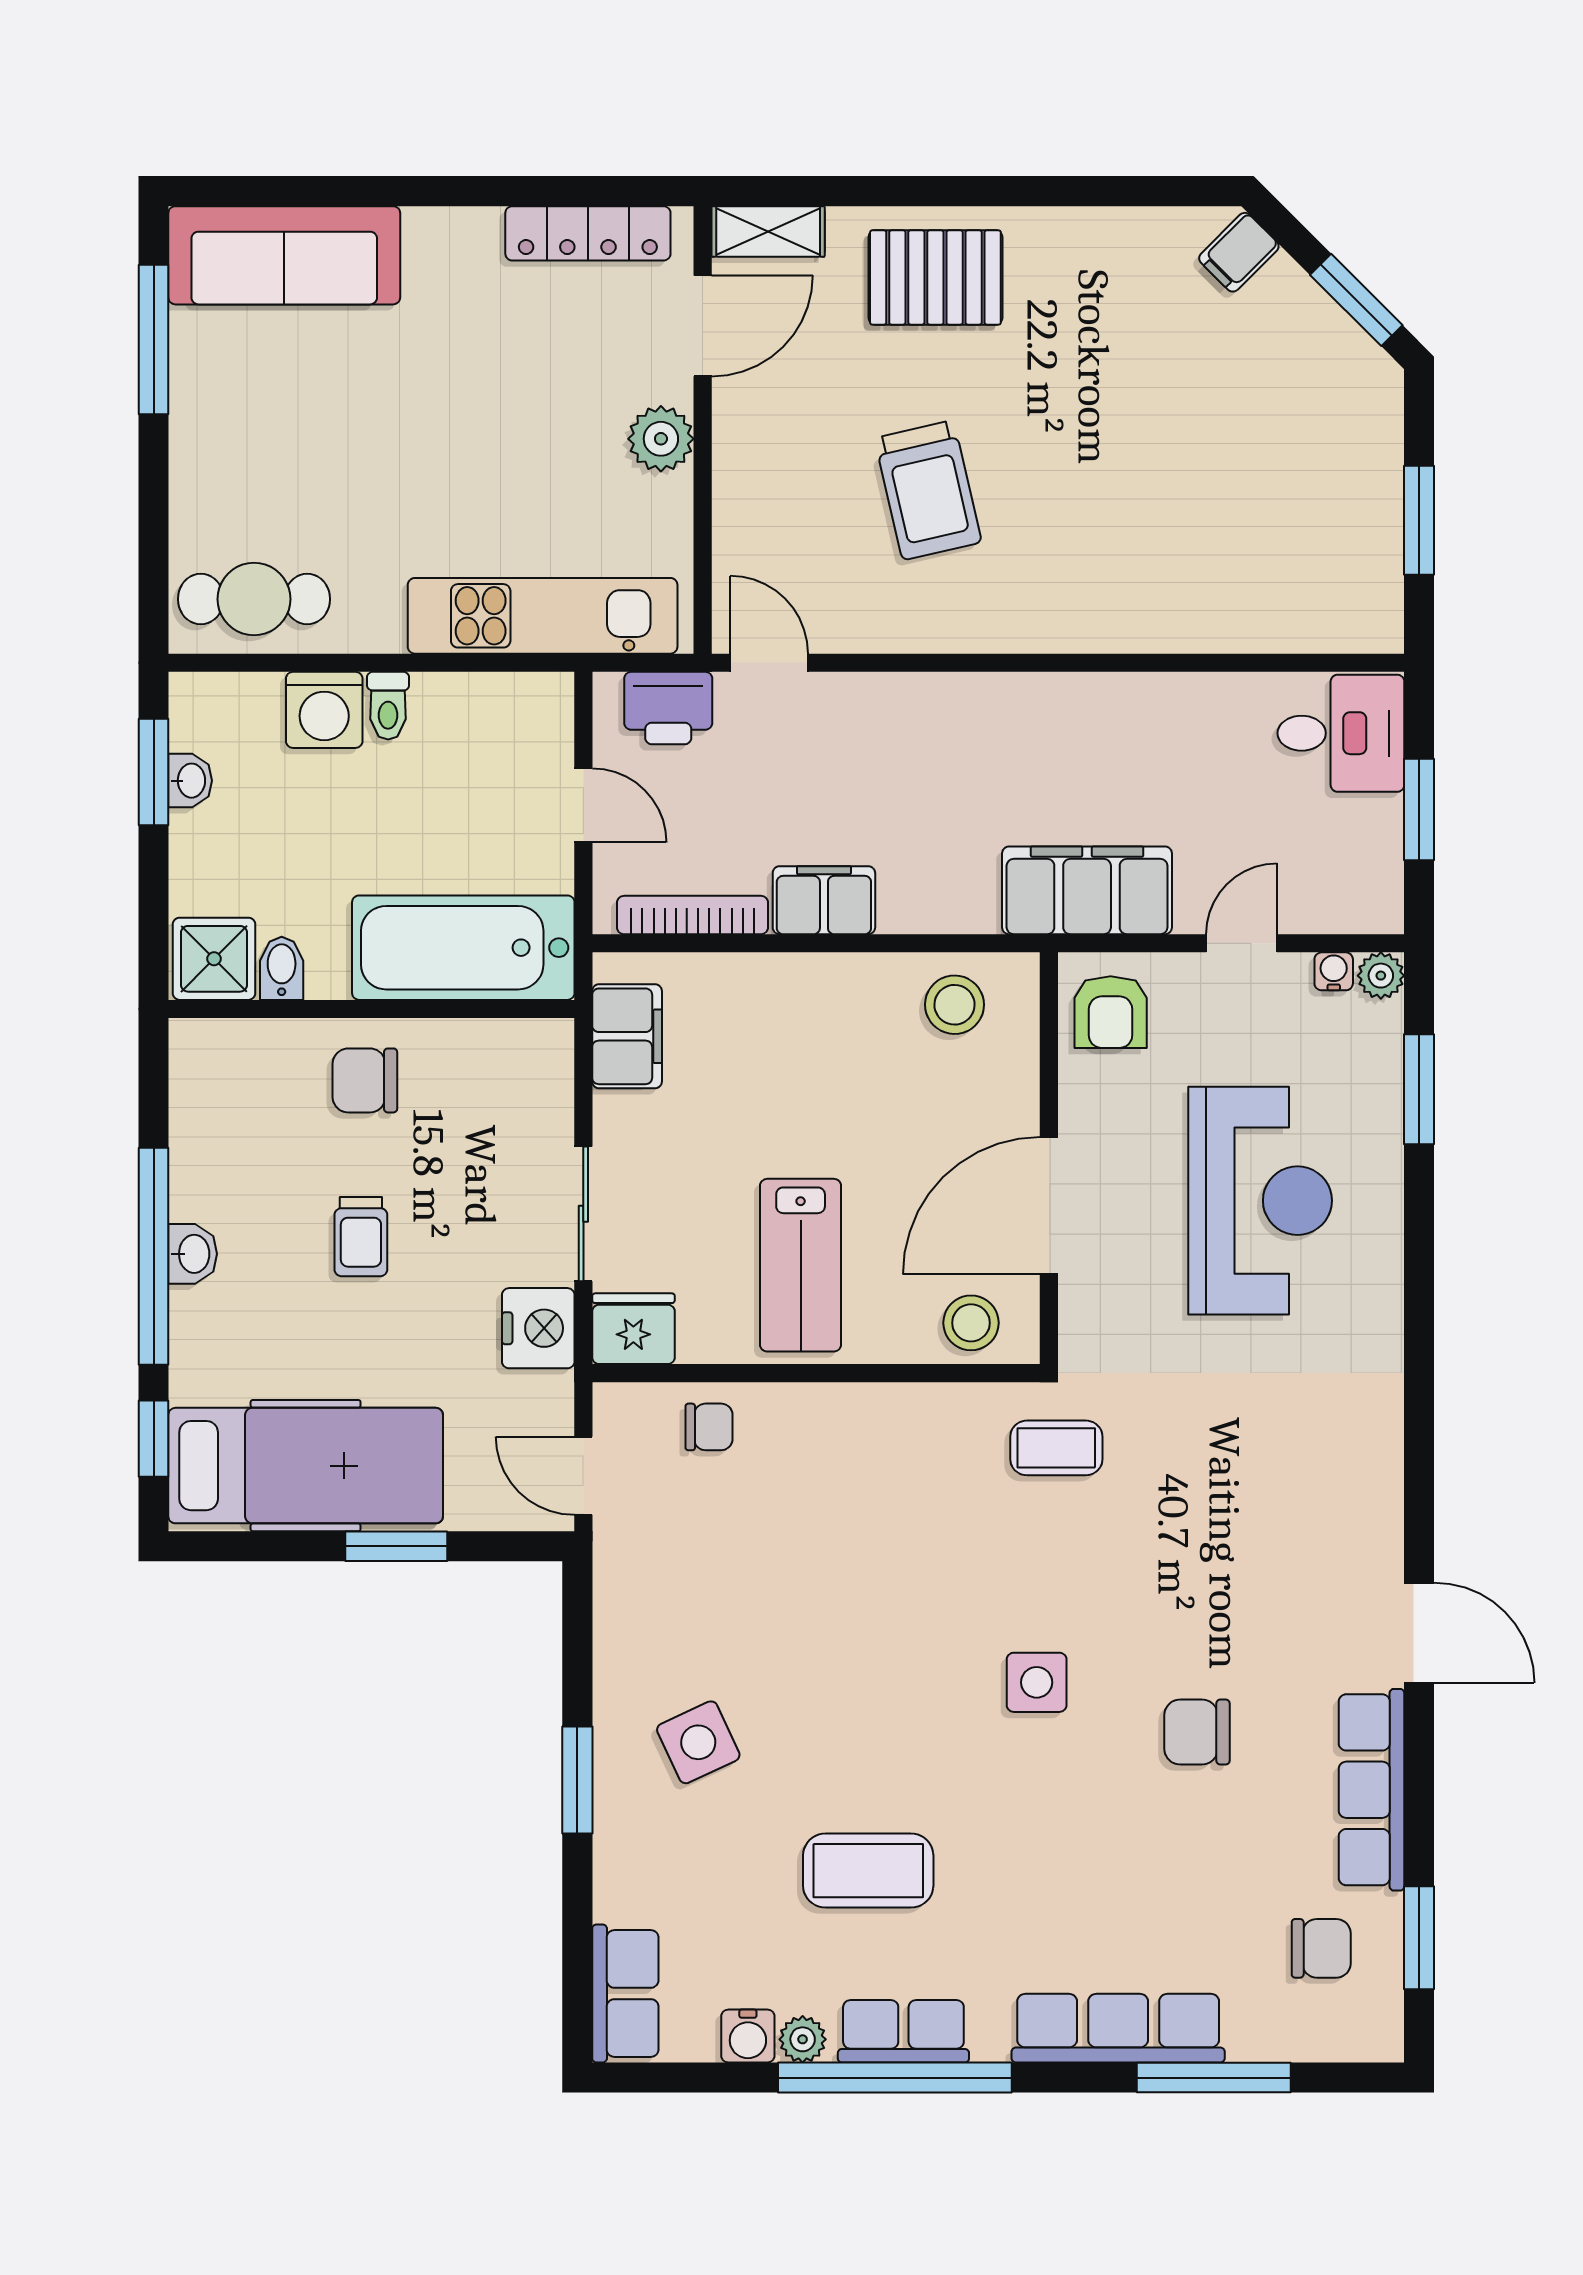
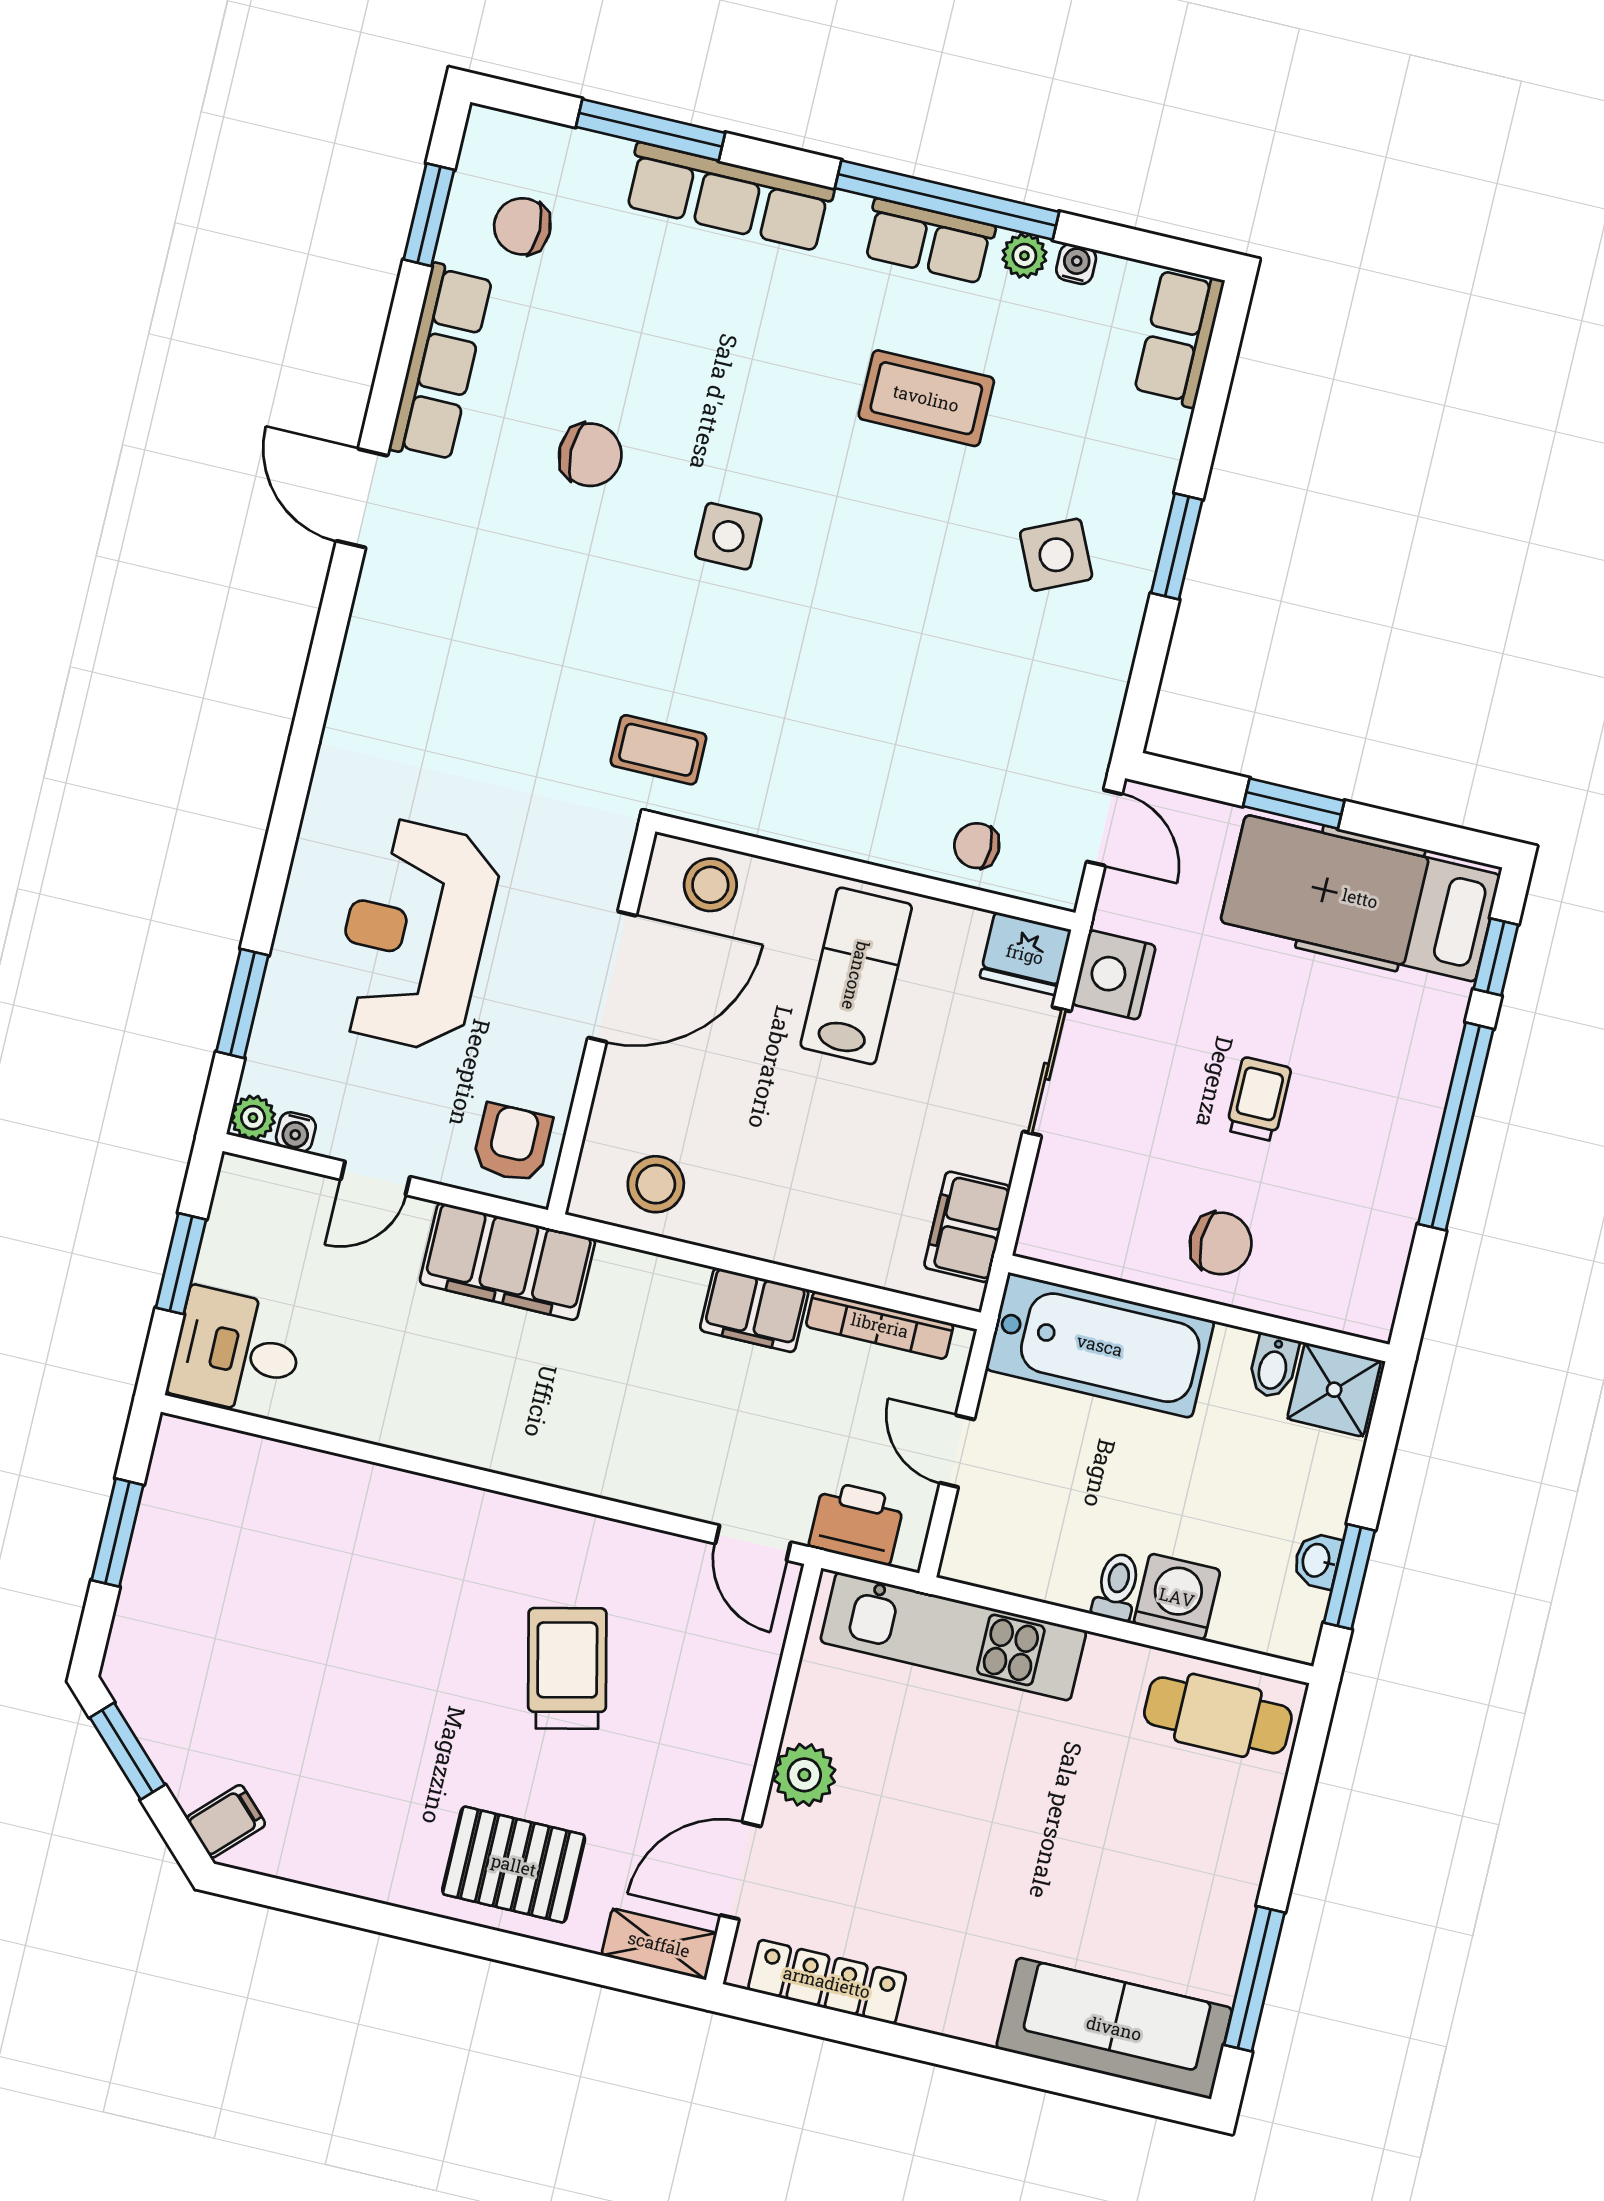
washbasin: (193, 1254) -> (1419, 1120), removed
water cooler: (748, 2036) -> (1076, 264), width x0.72, depth x0.72

